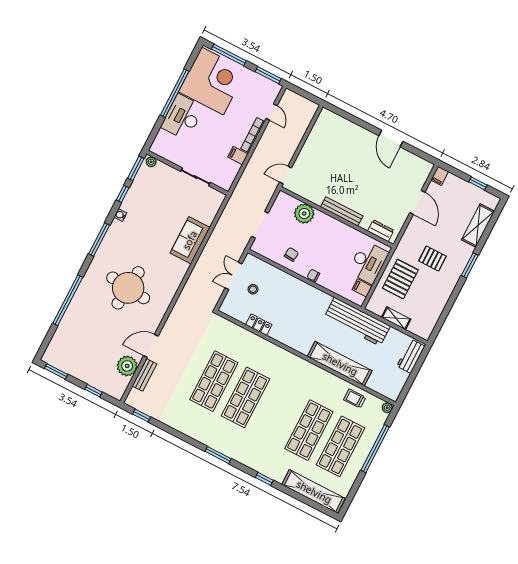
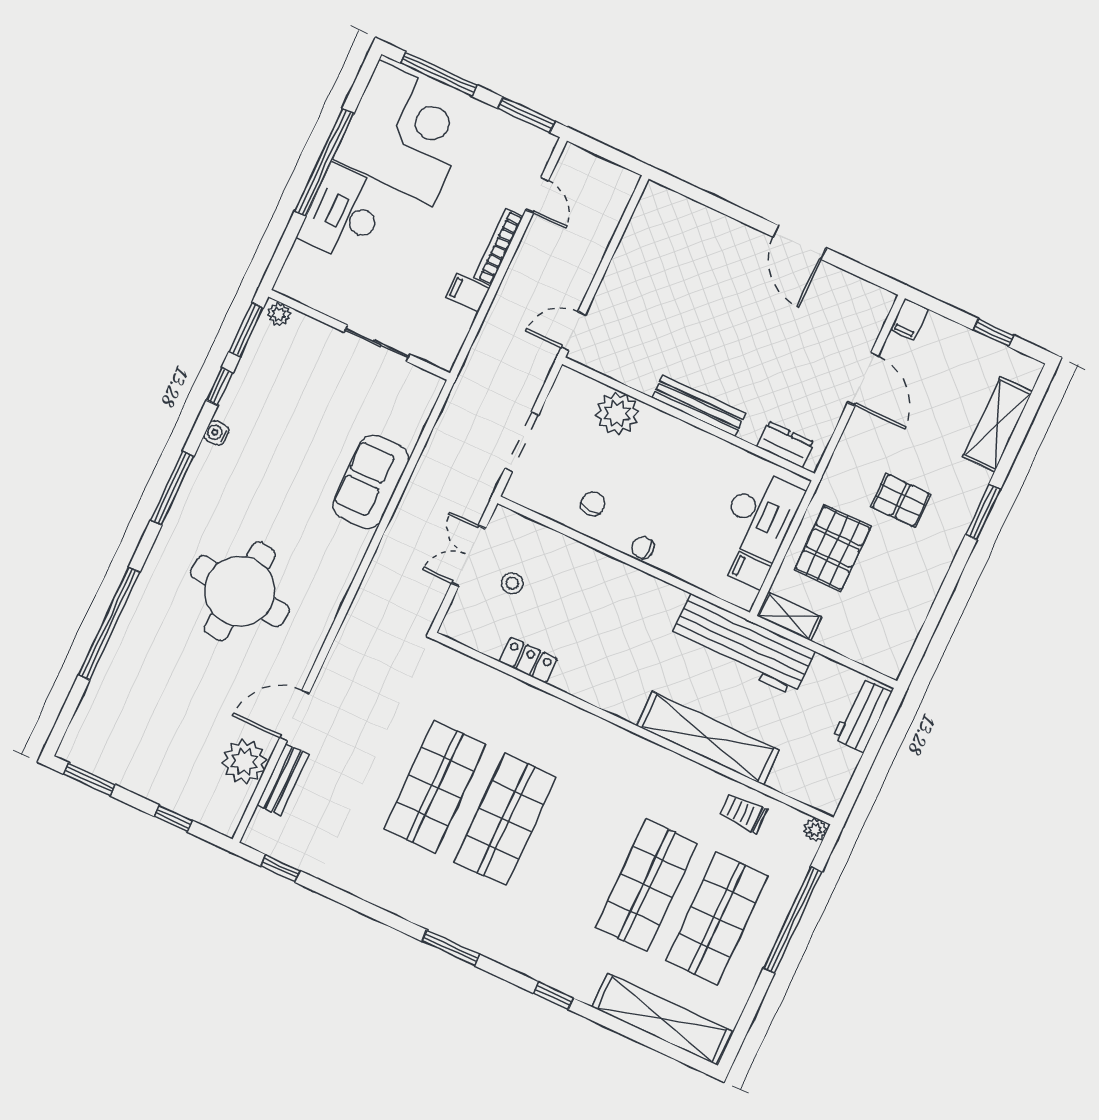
shelving: (396, 318) -> (789, 616), moved

